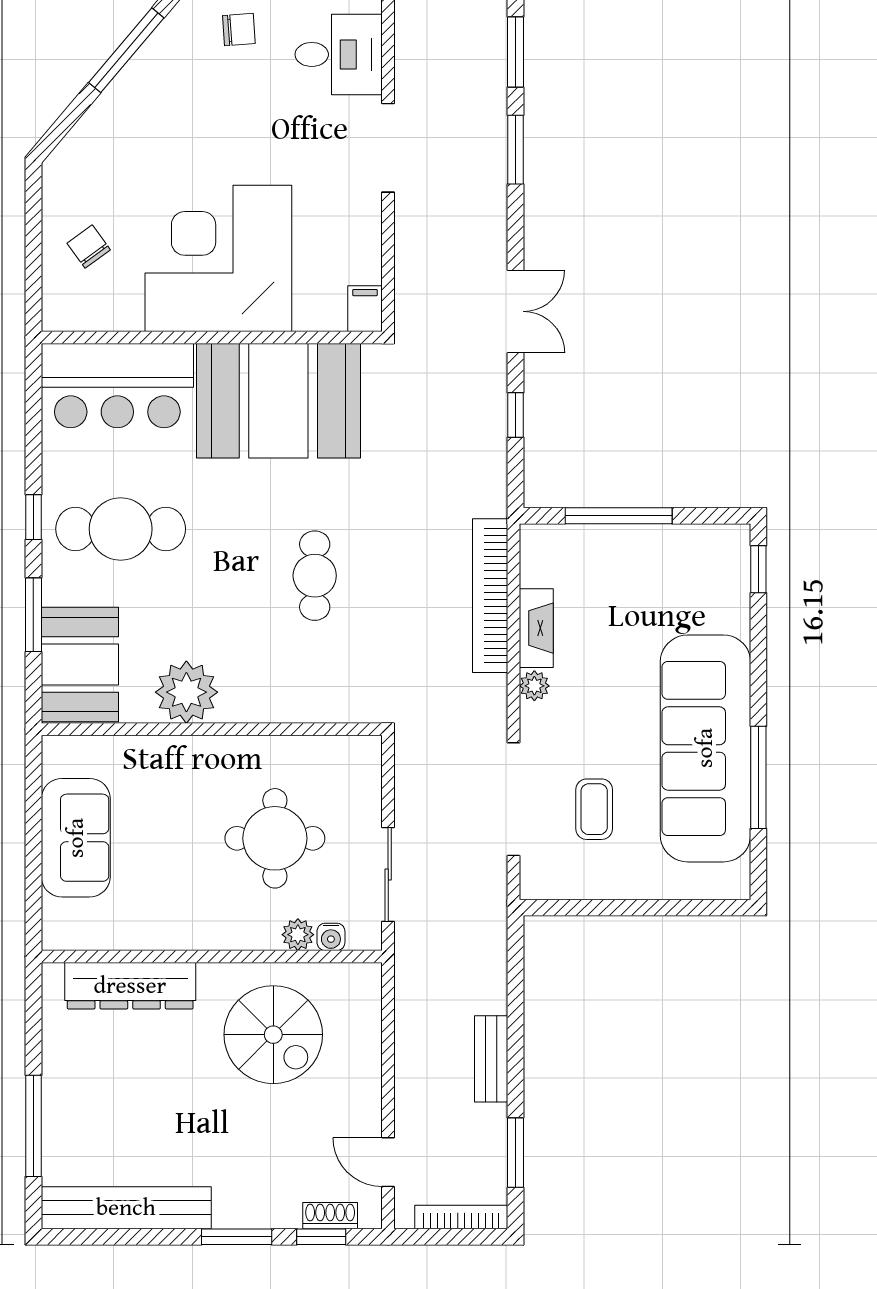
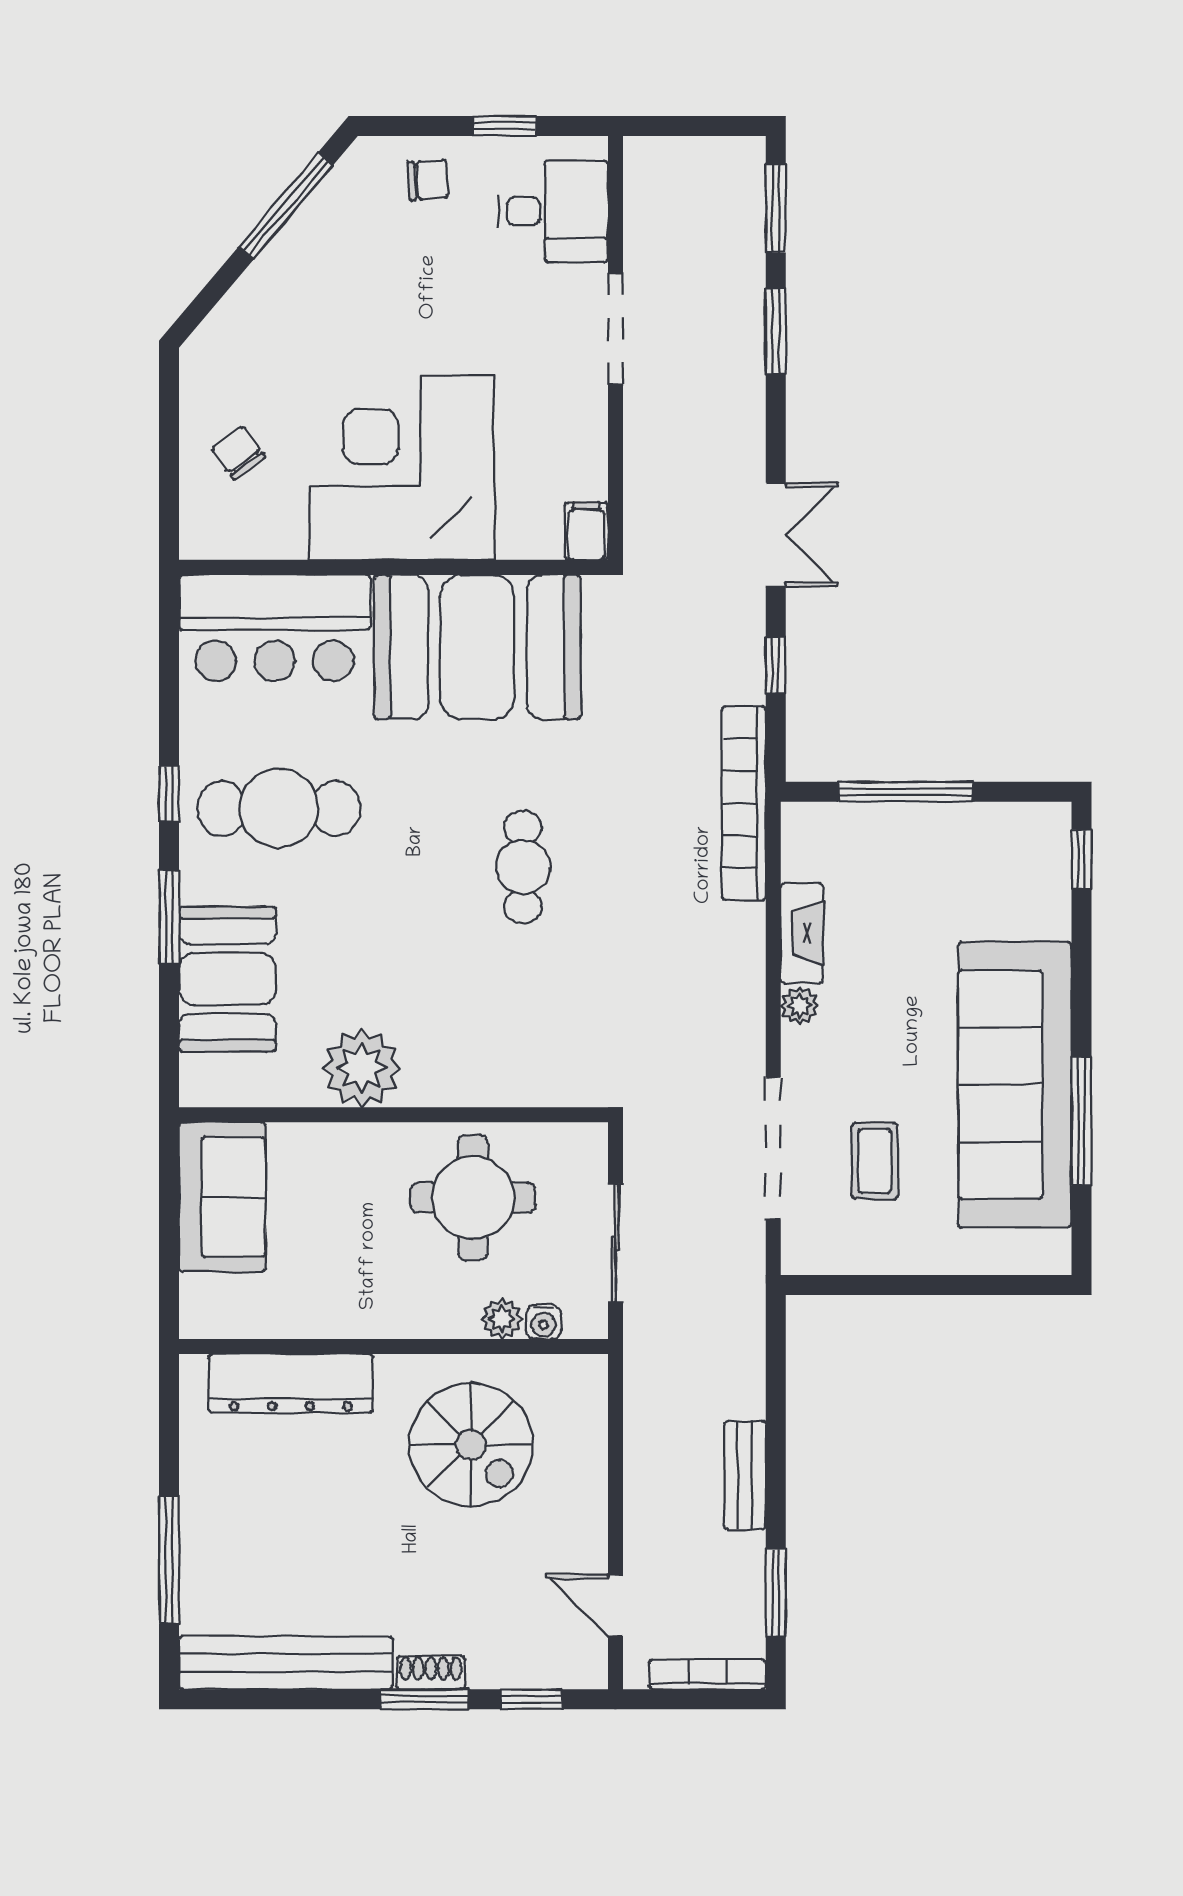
bookcase: (490, 596) -> (744, 803), moved
plant: (186, 692) -> (362, 1068), moved
wall: (212, 729) -> (393, 1115), moved
shoe rack: (330, 1216) -> (431, 1673), moved

